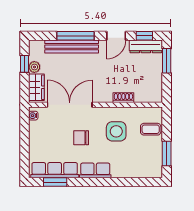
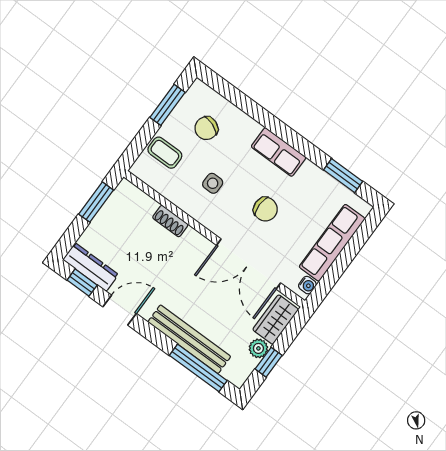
window: (76, 36) -> (198, 368), moved
window: (167, 61) -> (96, 202), moved
side table: (116, 131) -> (213, 183), width x0.54, depth x0.54
chair: (139, 156) -> (206, 128), added
row of seats: (55, 170) -> (332, 243), moved, turned 90

